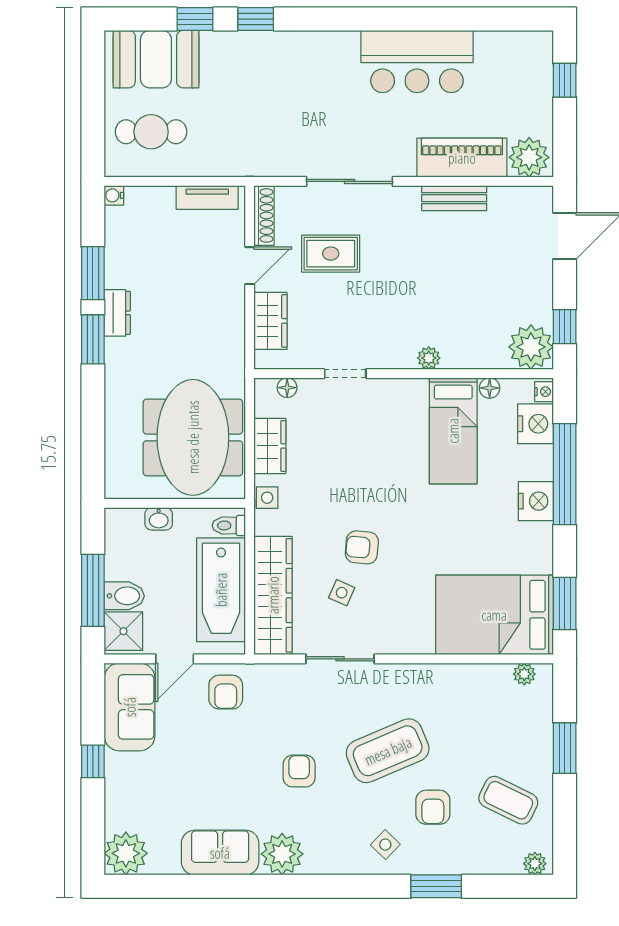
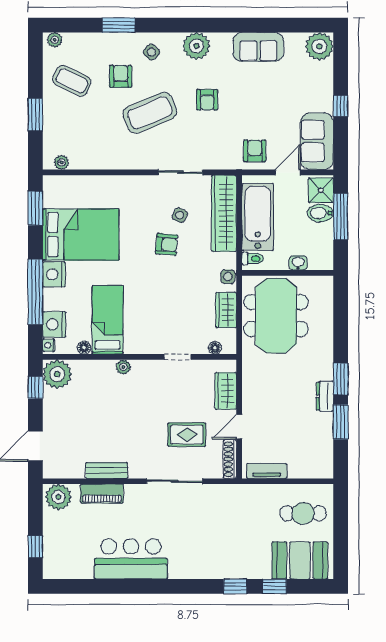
piano: (462, 158) -> (102, 494), width x0.73, depth x0.75
water cooler: (114, 195) -> (327, 472), removed
bed: (494, 615) -> (81, 235), moved
plant: (282, 854) -> (196, 46), moved

